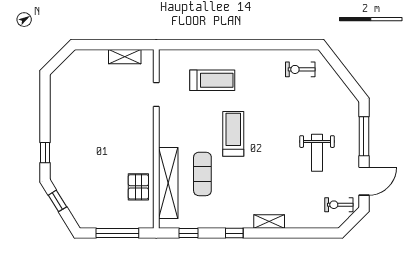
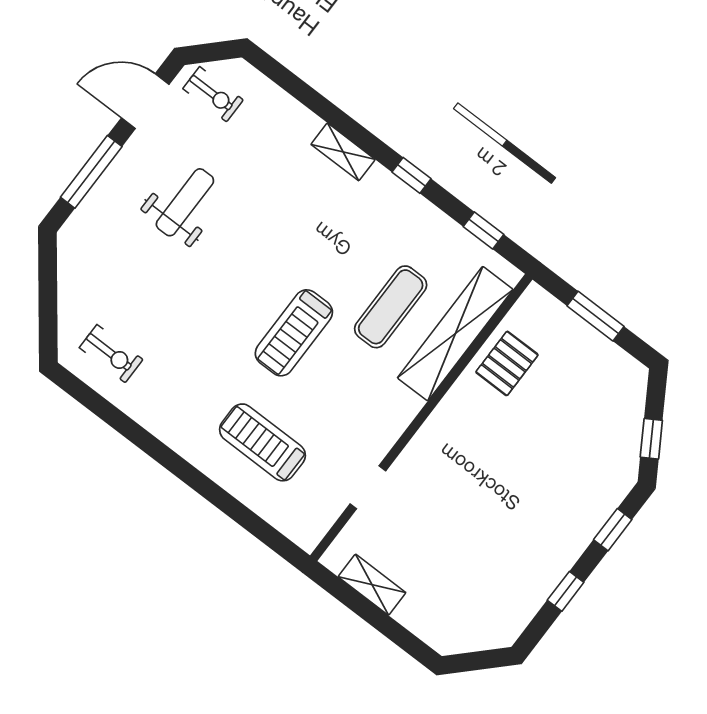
window: (45, 113) -> (566, 591), added
window: (117, 233) -> (596, 316), width x0.69

